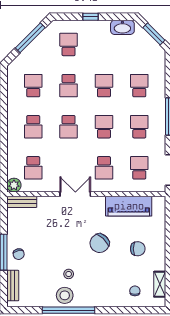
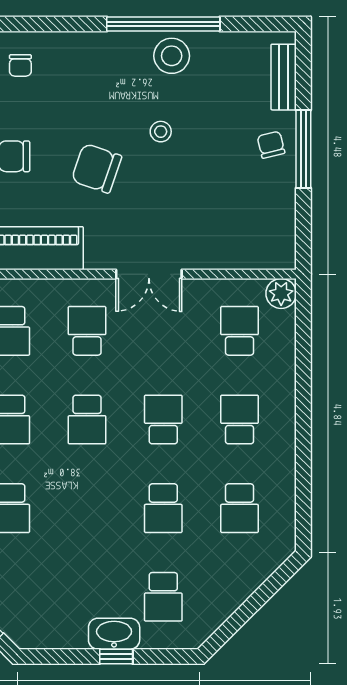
washbasin: (122, 27) -> (114, 634), moved
window: (30, 38) -> (246, 611), removed
school desk: (69, 86) -> (163, 508), turned 180
school desk: (104, 86) -> (87, 508), removed
bench: (22, 202) -> (264, 258), removed
chair: (100, 243) -> (97, 168), turned -114
stool: (69, 274) -> (161, 132), moved

